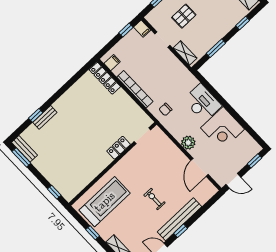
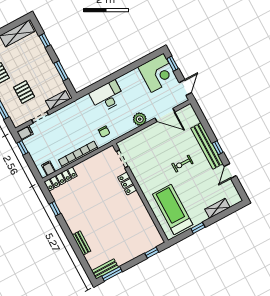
window: (36, 115) -> (55, 209), moved
corner desk: (223, 129) -> (157, 73), moved

